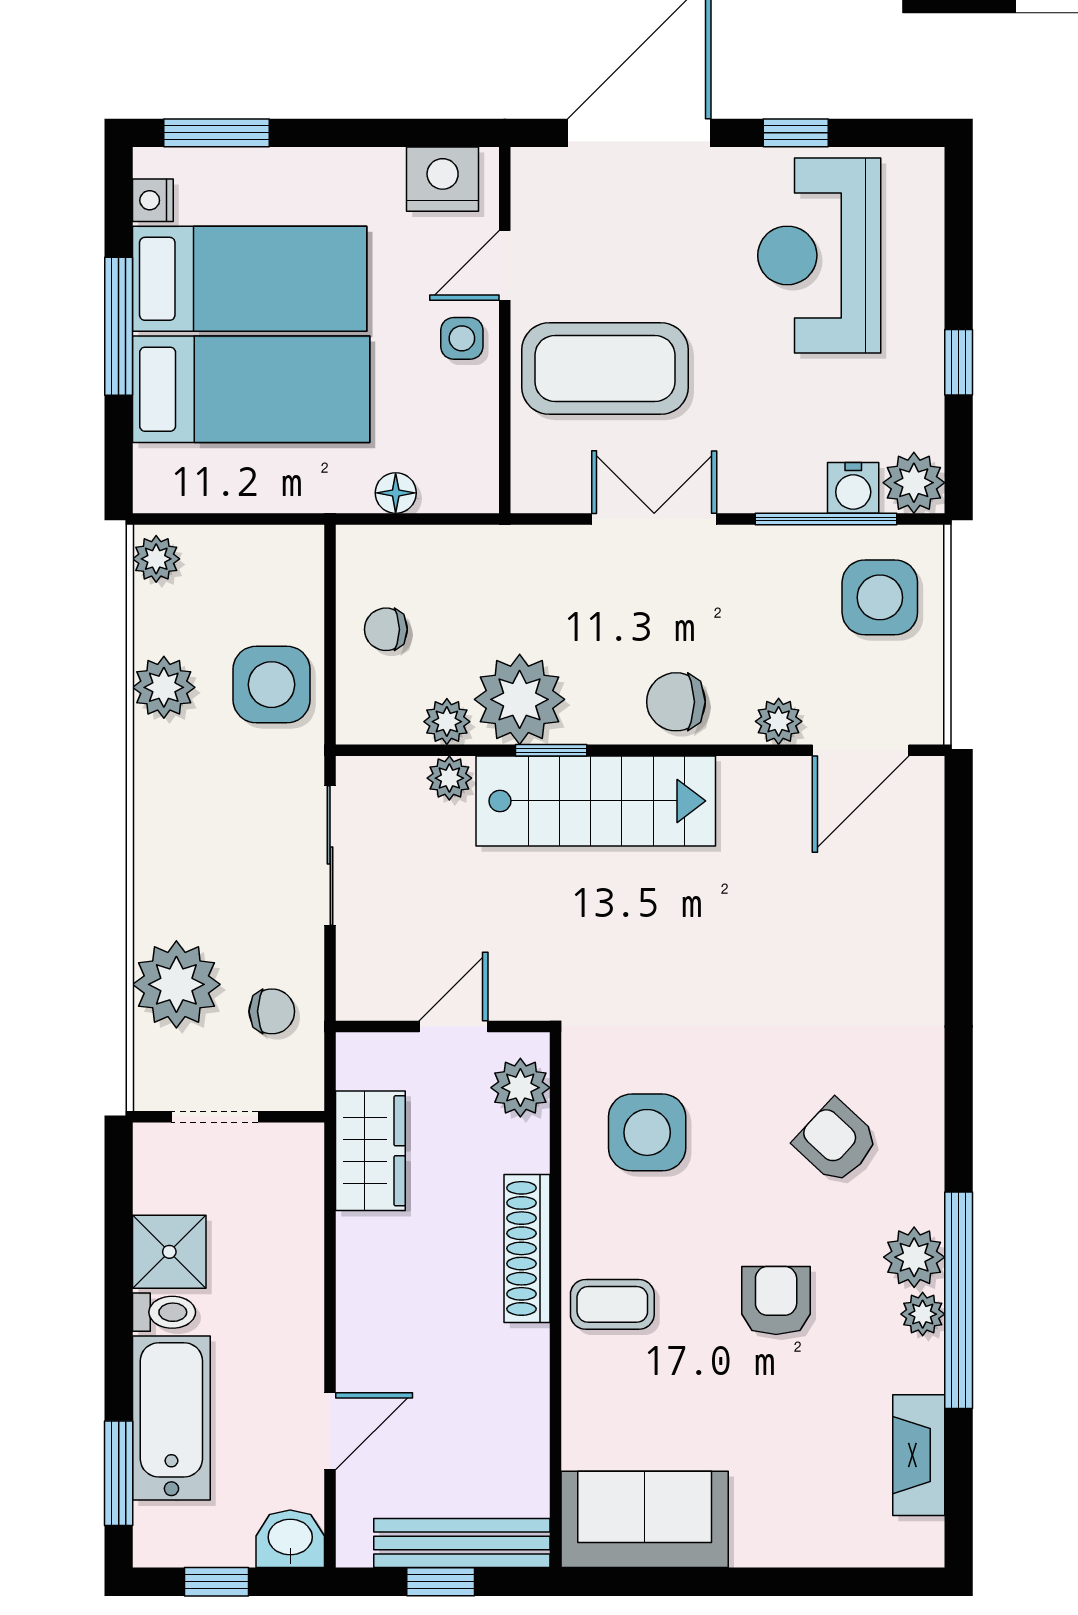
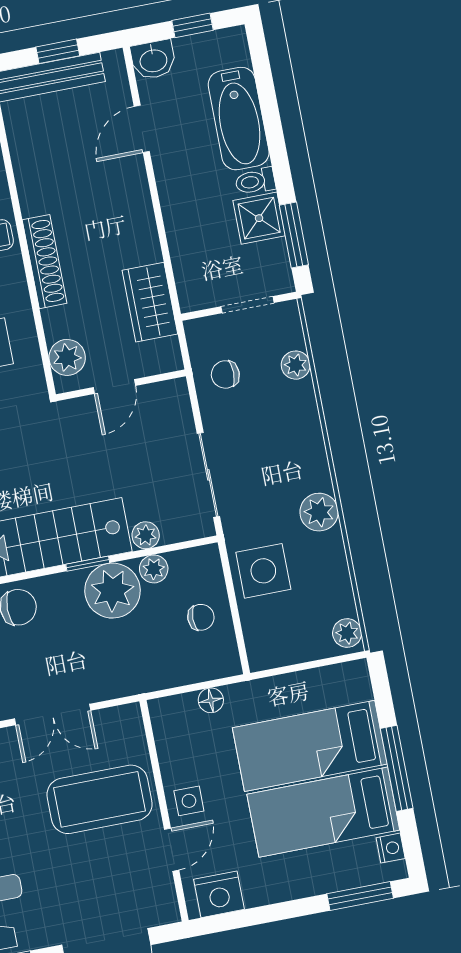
plant: (164, 687) -> (319, 512), moved
plant: (176, 984) -> (296, 365), width x0.53, depth x0.53
window: (119, 1473) -> (294, 235), moved

